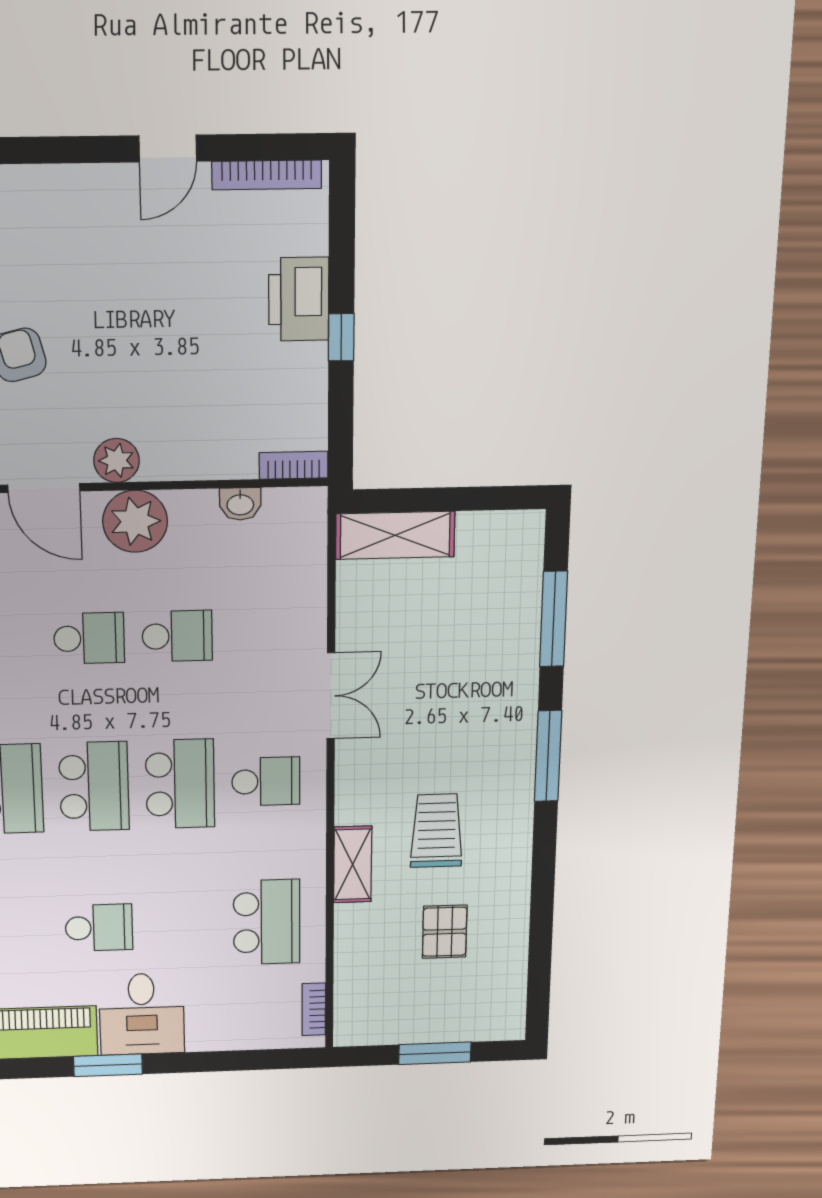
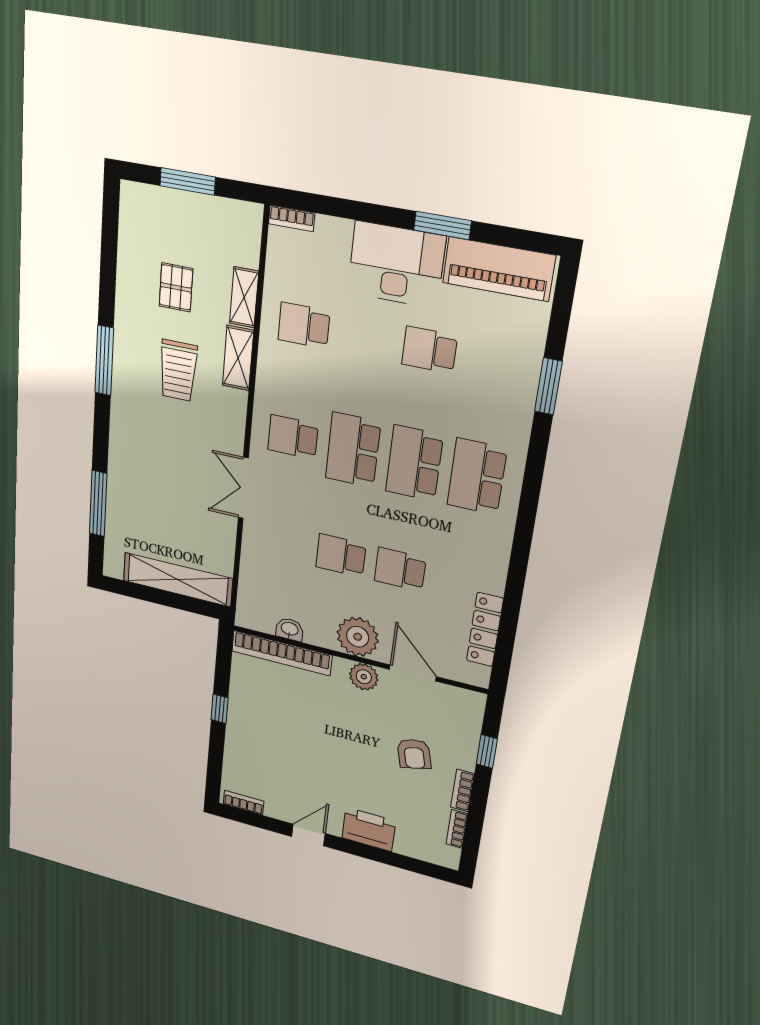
bookcase: (267, 175) -> (243, 803), width x0.64
printer: (299, 299) -> (369, 829), moved, turned -90
bookcase: (294, 465) -> (282, 653), width x2.31, depth x1.31
shelving: (395, 535) -> (178, 580), width x1.47
window: (548, 756) -> (104, 361), moved
school desk: (267, 922) -> (304, 325), width x0.54
shelving: (350, 939) -> (244, 297), added
bookcase: (314, 1009) -> (292, 218), moved, turned 90
desk: (142, 1014) -> (396, 265), width x1.37

